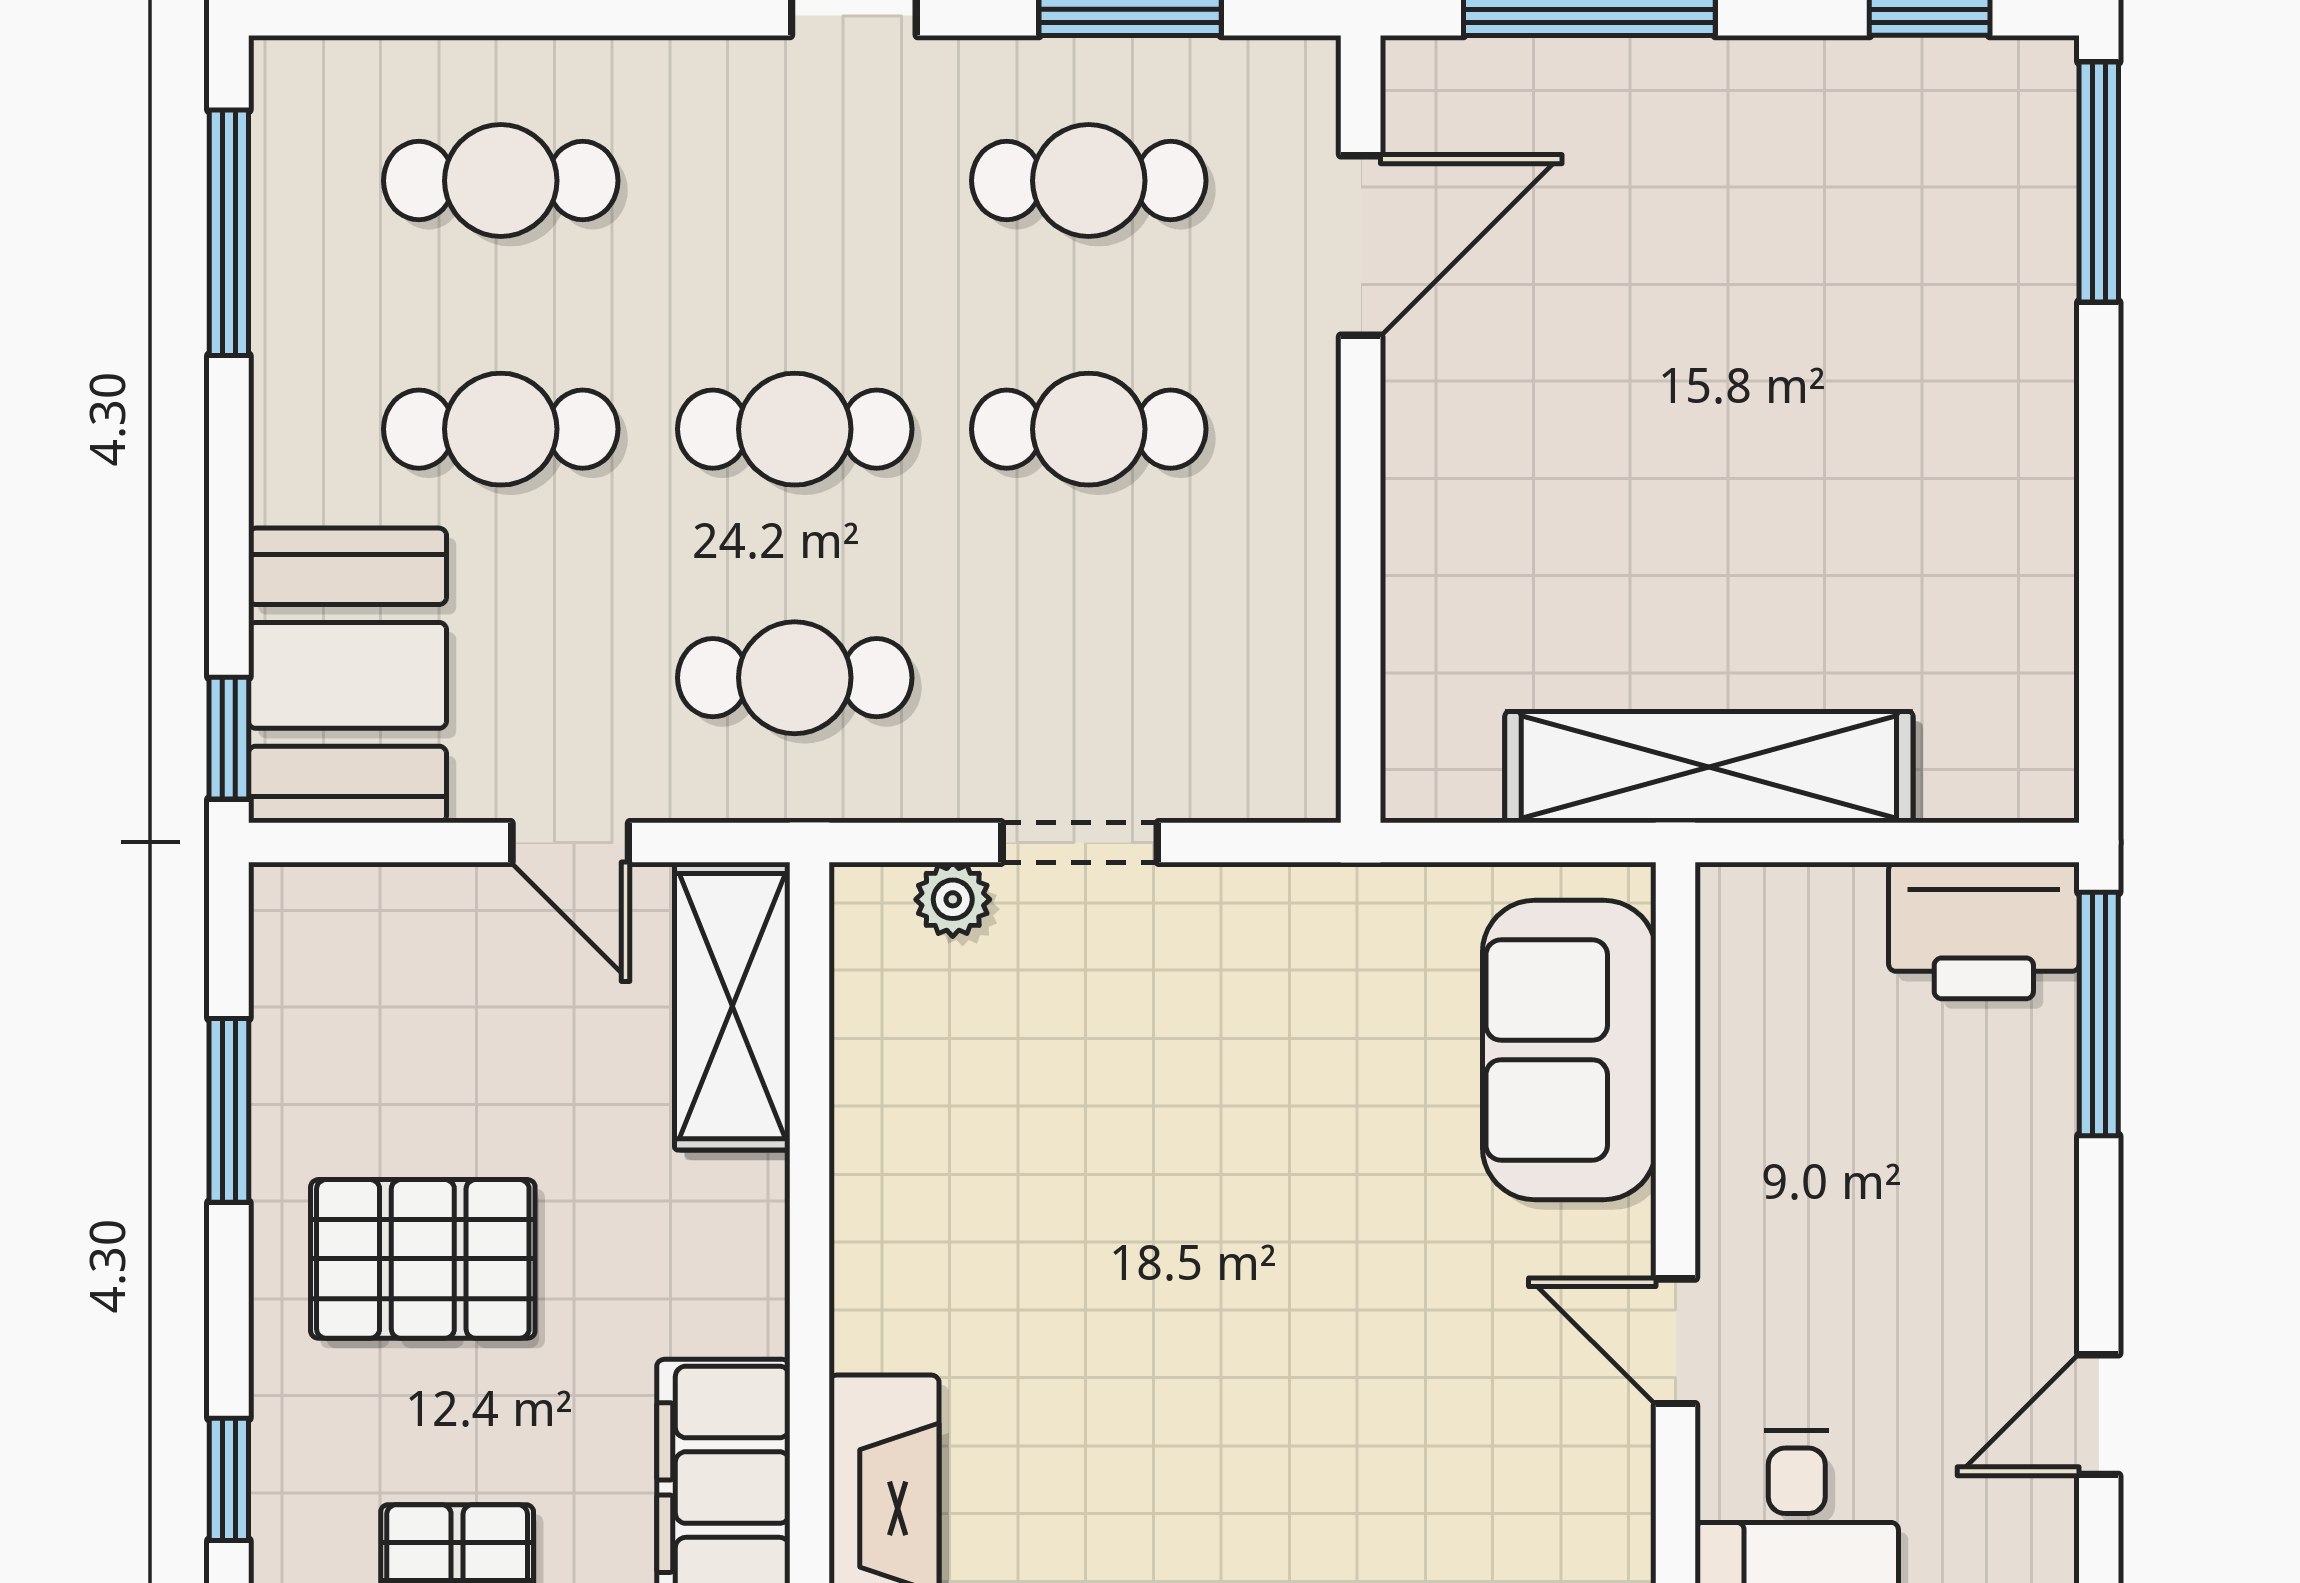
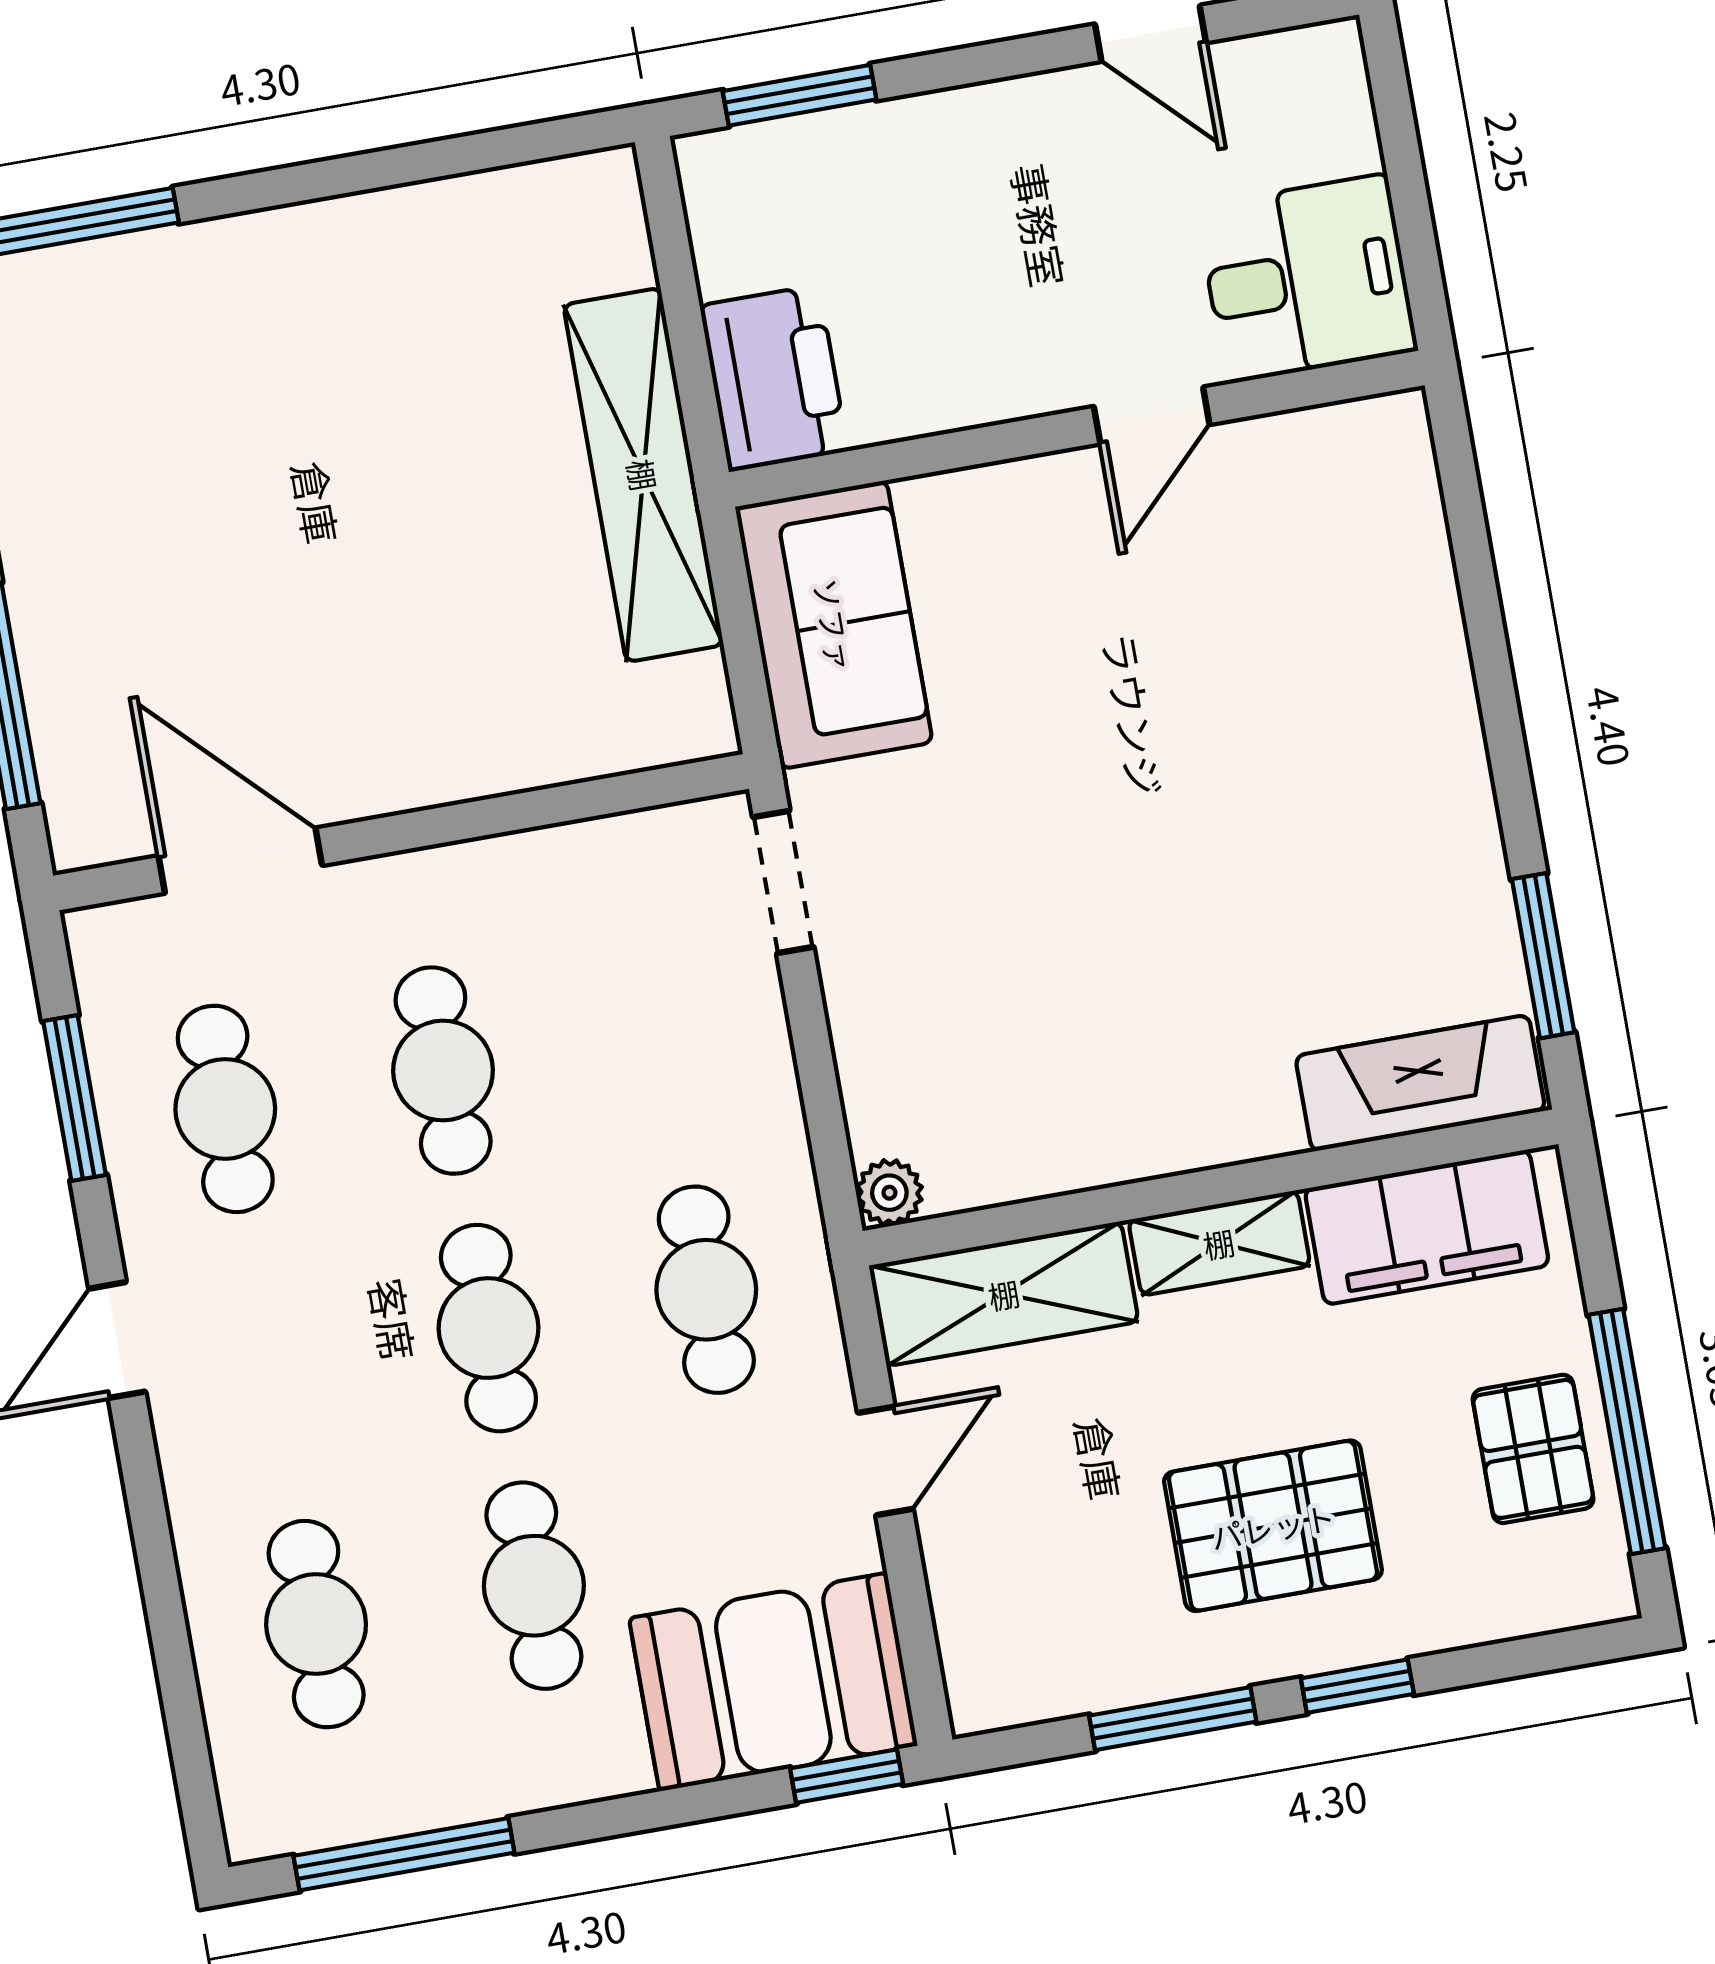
doorway: (1080, 842) -> (783, 882), moved
plant: (953, 899) -> (889, 1193), moved
printer: (1984, 930) -> (774, 378), moved
window: (2099, 1014) -> (799, 95), width x0.69
sofa: (1569, 1050) -> (834, 625), moved, turned -90
shelving: (746, 1255) -> (1219, 1243), added
pallet: (423, 1259) -> (1273, 1526), turned 90
window: (229, 1479) -> (1357, 1686), moved

